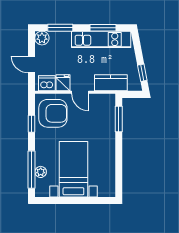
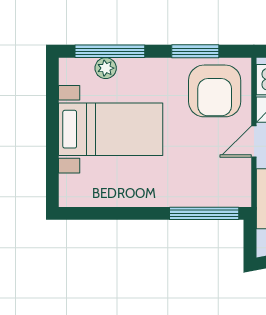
window: (119, 119) -> (204, 213), width x1.44
window: (32, 124) -> (195, 51), width x1.50

